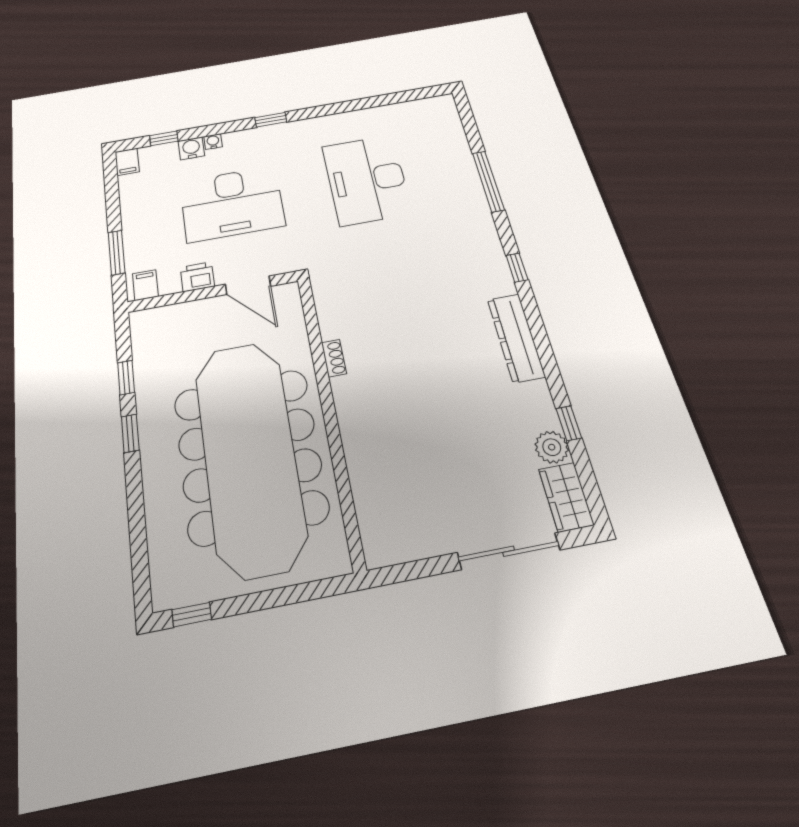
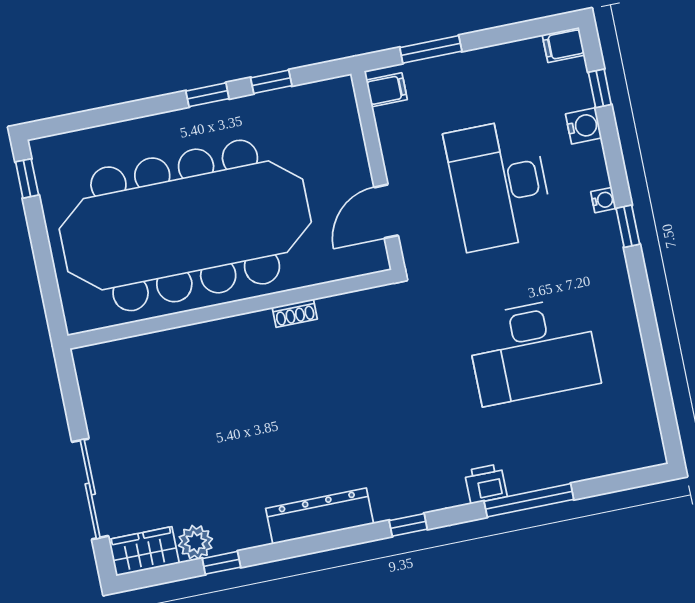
water cooler: (213, 142) -> (603, 200), moved
desk: (367, 180) -> (533, 351), turned 180
printer: (197, 277) -> (486, 484), moved, turned -90

